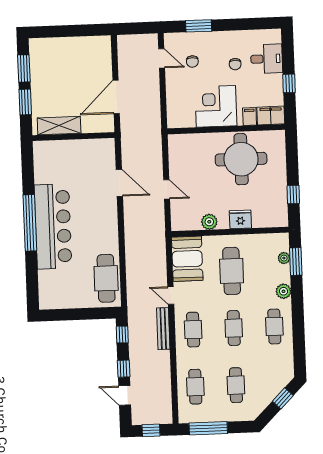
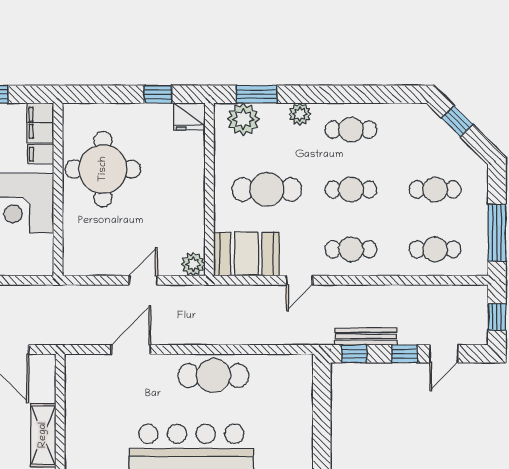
fridge: (240, 219) -> (189, 116), moved, turned -90
plant: (209, 222) -> (193, 264), moved
plant: (284, 258) -> (243, 119), width x1.88, depth x1.88
cafe table: (106, 278) -> (213, 376), moved
bench: (163, 329) -> (366, 336), moved

